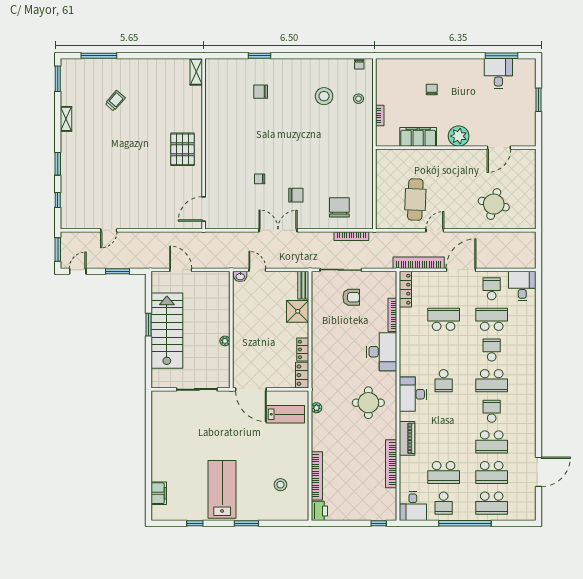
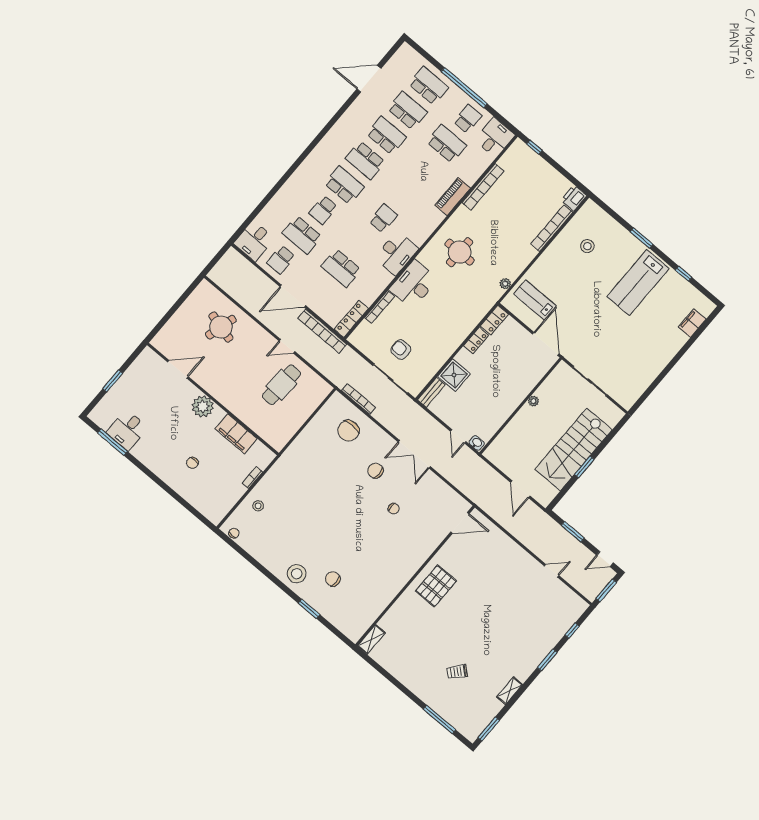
chair: (261, 92) -> (333, 579), turned 180
stool: (324, 96) -> (297, 574), moved
desk: (413, 394) -> (396, 253), moved
school desk: (492, 411) -> (365, 160), width x1.85

